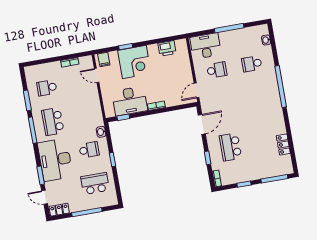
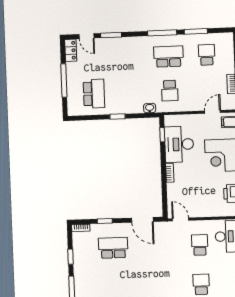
school desk: (217, 70) -> (200, 245), turned 180
school desk: (89, 150) -> (170, 91), moved
desk: (55, 160) -> (126, 53), removed
door: (45, 197) -> (87, 36), swing flipped

